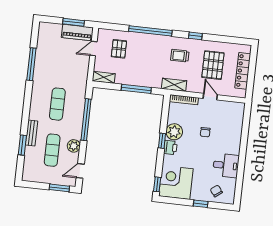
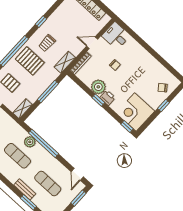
pallet: (213, 65) -> (30, 61), moved
plant: (74, 146) -> (30, 142), moved
desk: (226, 165) -> (116, 36), moved, turned -90

